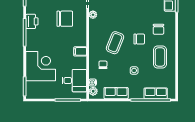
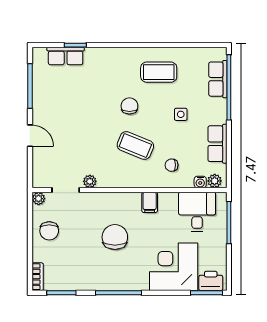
chair: (65, 19) -> (115, 237), moved
printer: (32, 21) -> (211, 281), moved
chair: (158, 29) -> (113, 75), removed

